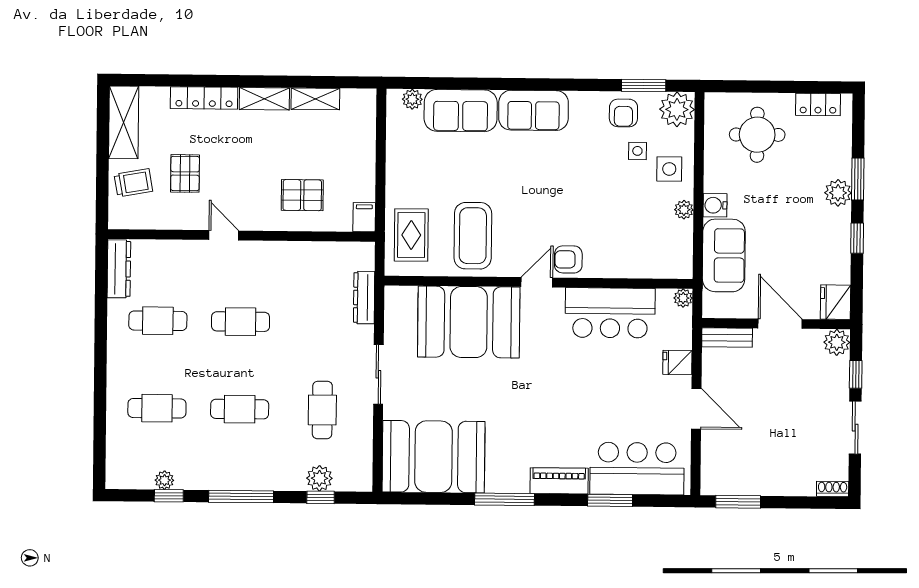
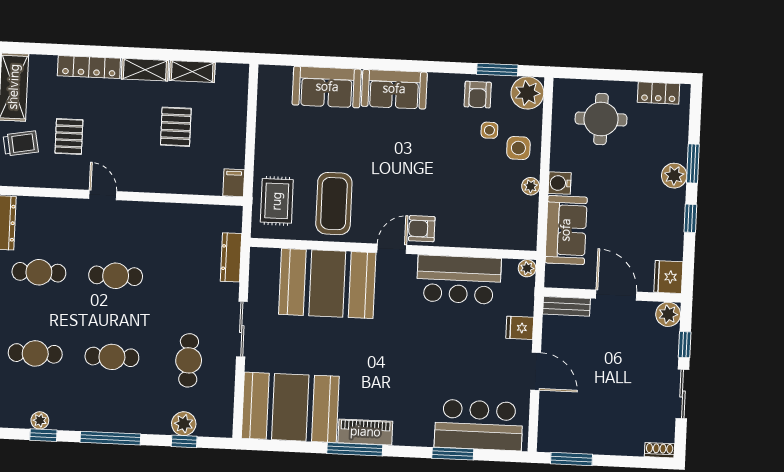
plant: (412, 99) -> (282, 75), removed
pallet: (302, 195) -> (176, 127), moved, turned 90
piano: (559, 481) -> (365, 432), moved

